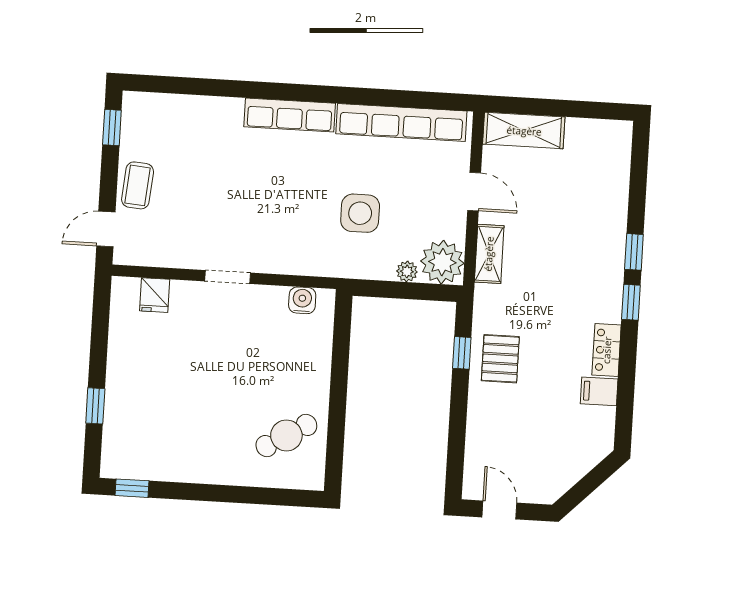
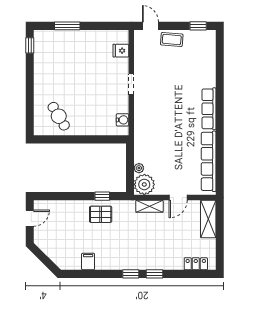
side table: (360, 213) -> (165, 145), removed
locker: (607, 350) -> (196, 264), moved
window: (95, 406) -> (67, 26), width x1.50

